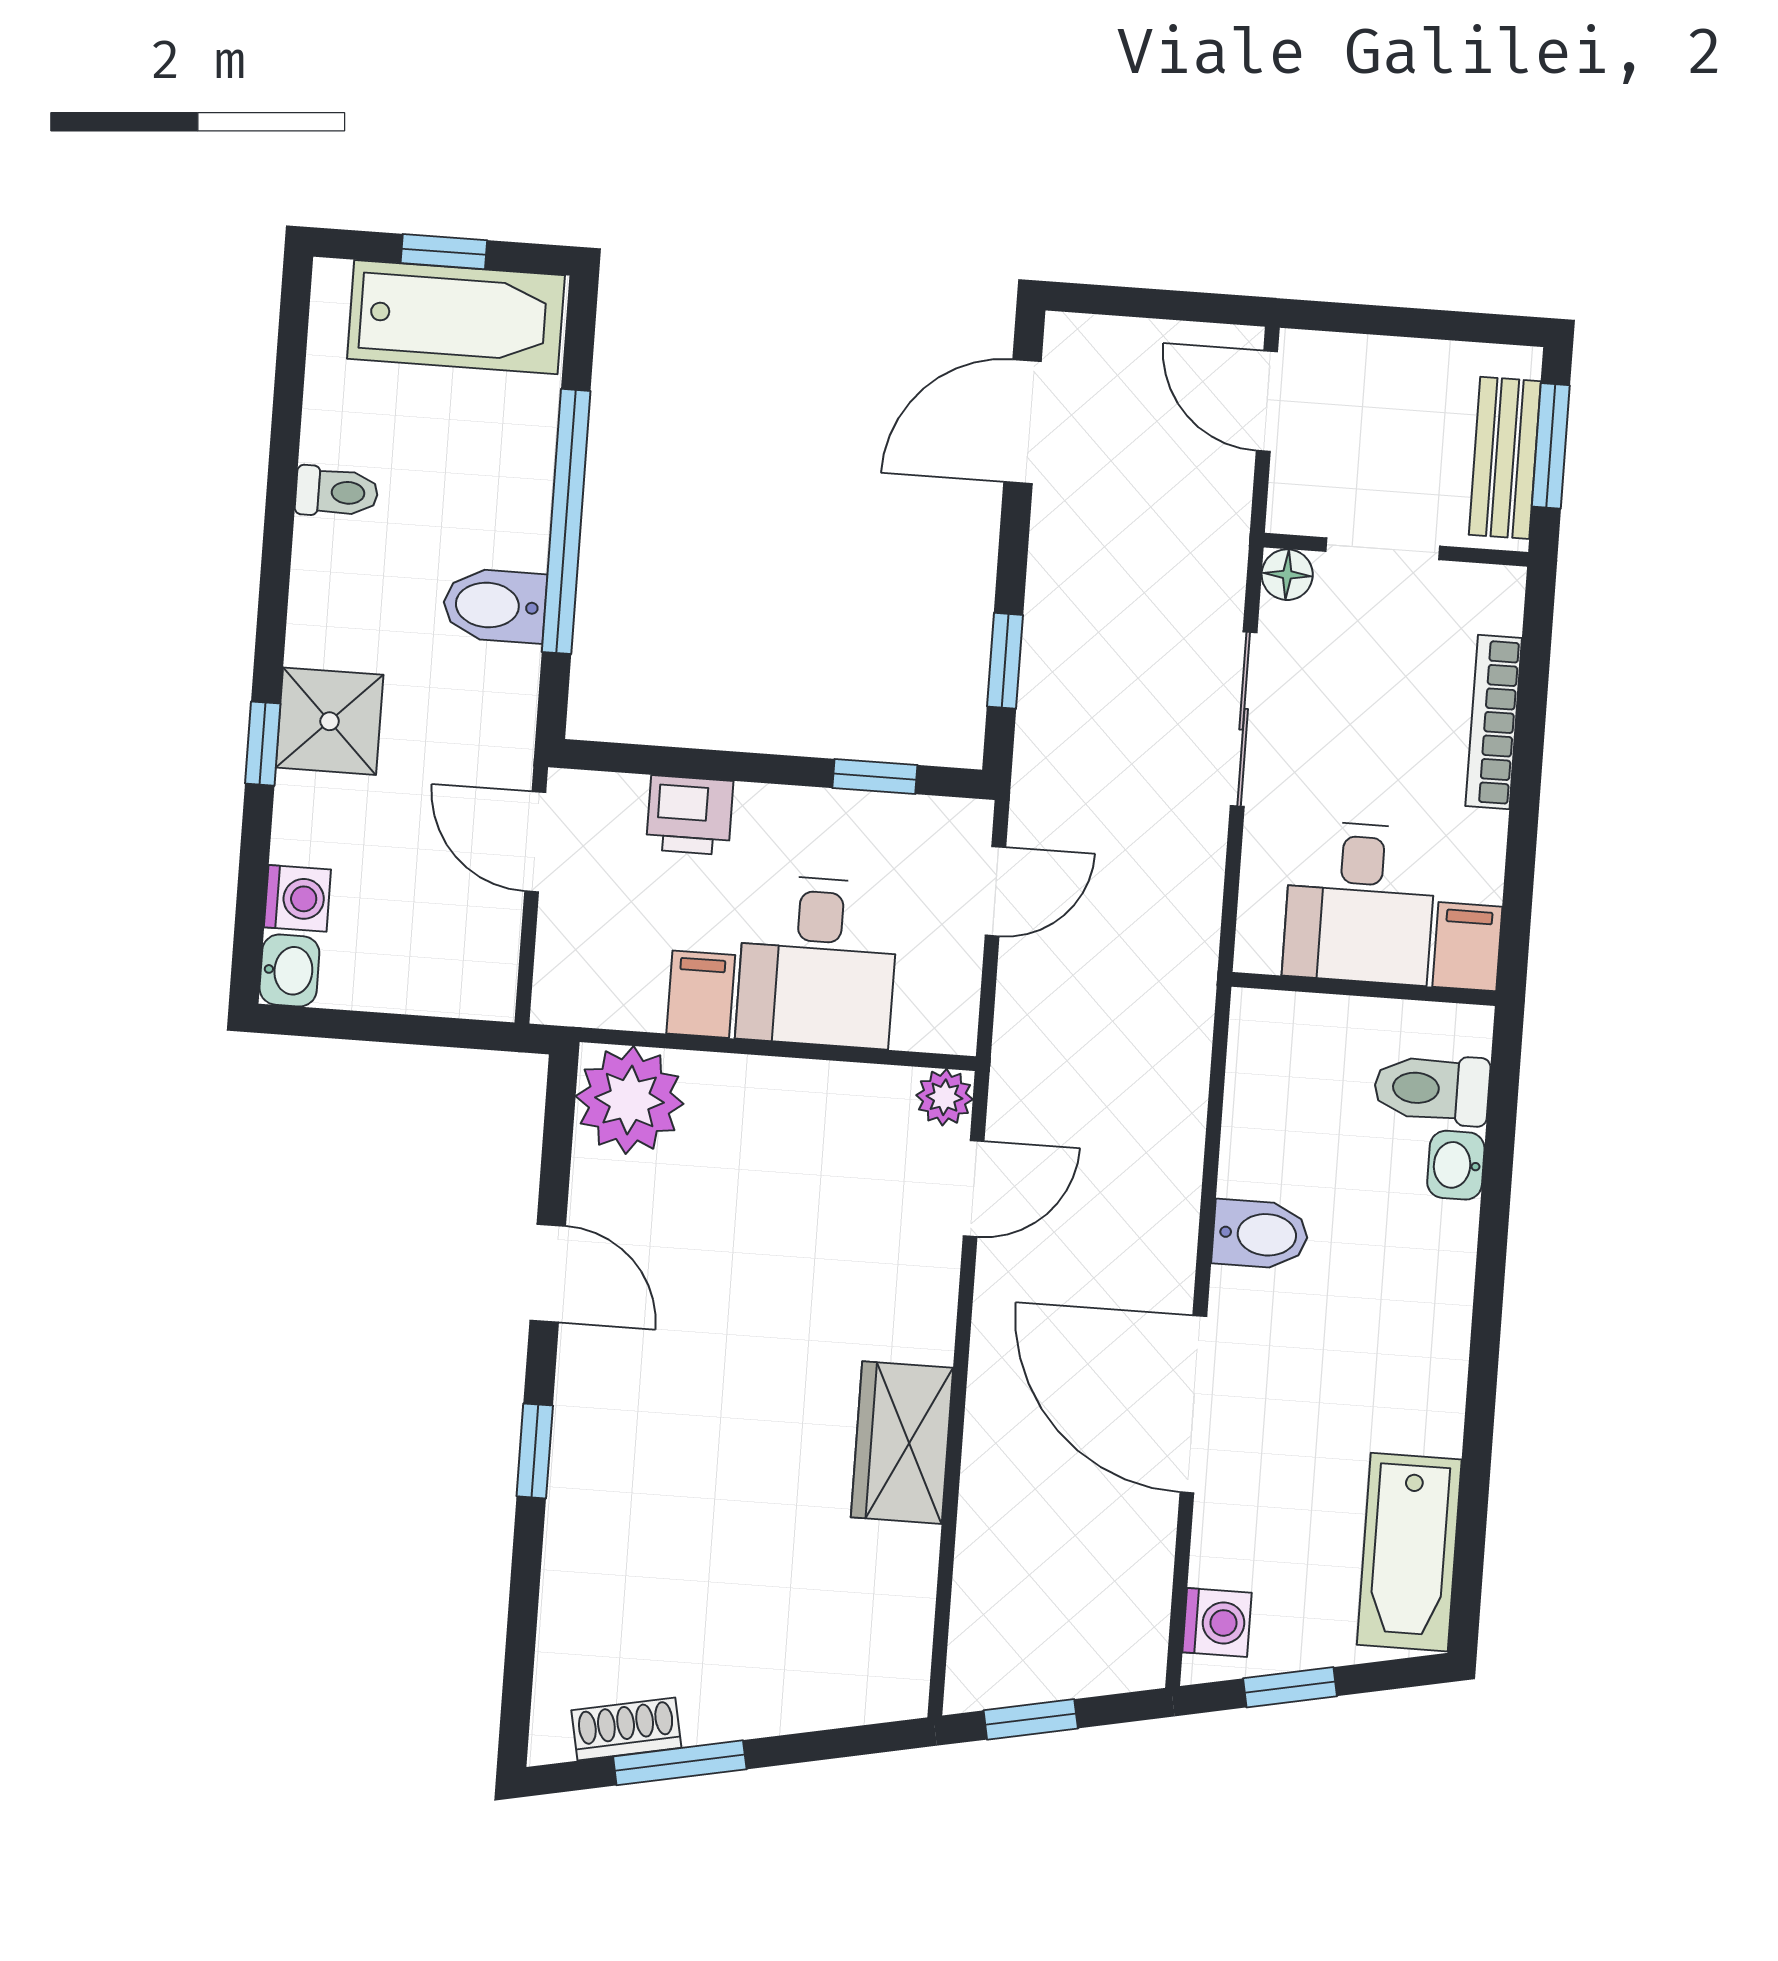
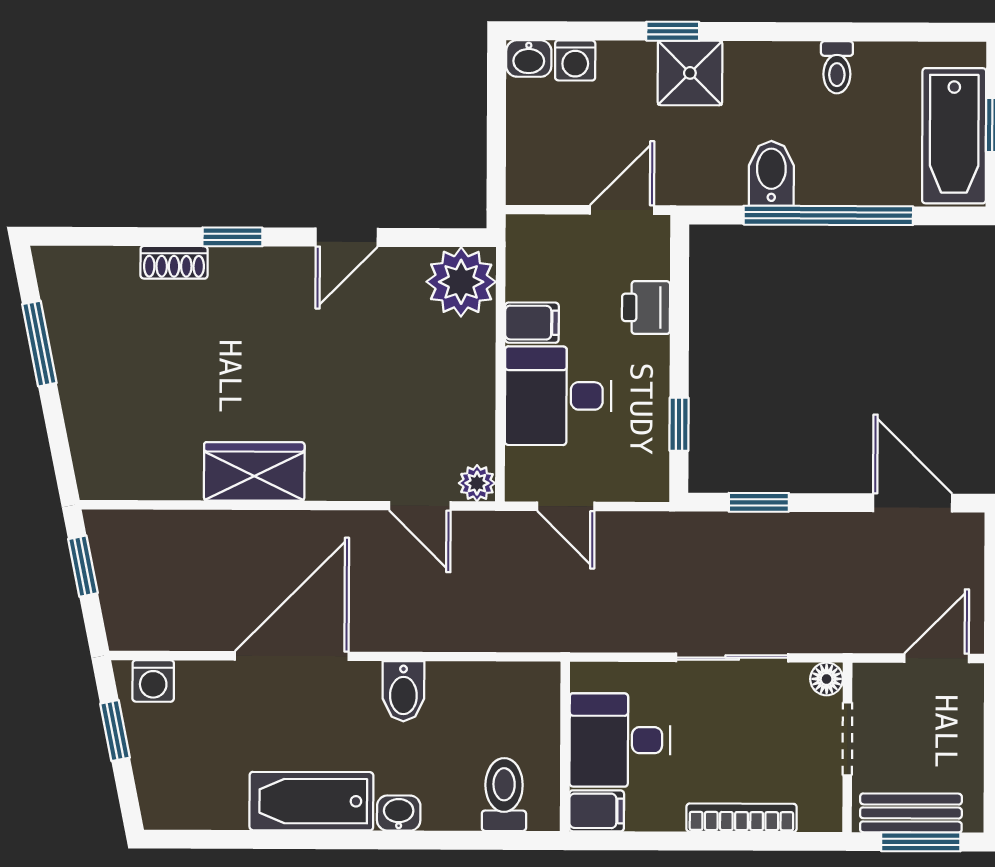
door: (995, 891) -> (566, 506), moved
washbasin: (1456, 1165) -> (399, 813), moved
bathtub: (1409, 1552) -> (311, 801), moved
shoe rack: (626, 1729) -> (174, 262), moved, turned 101

